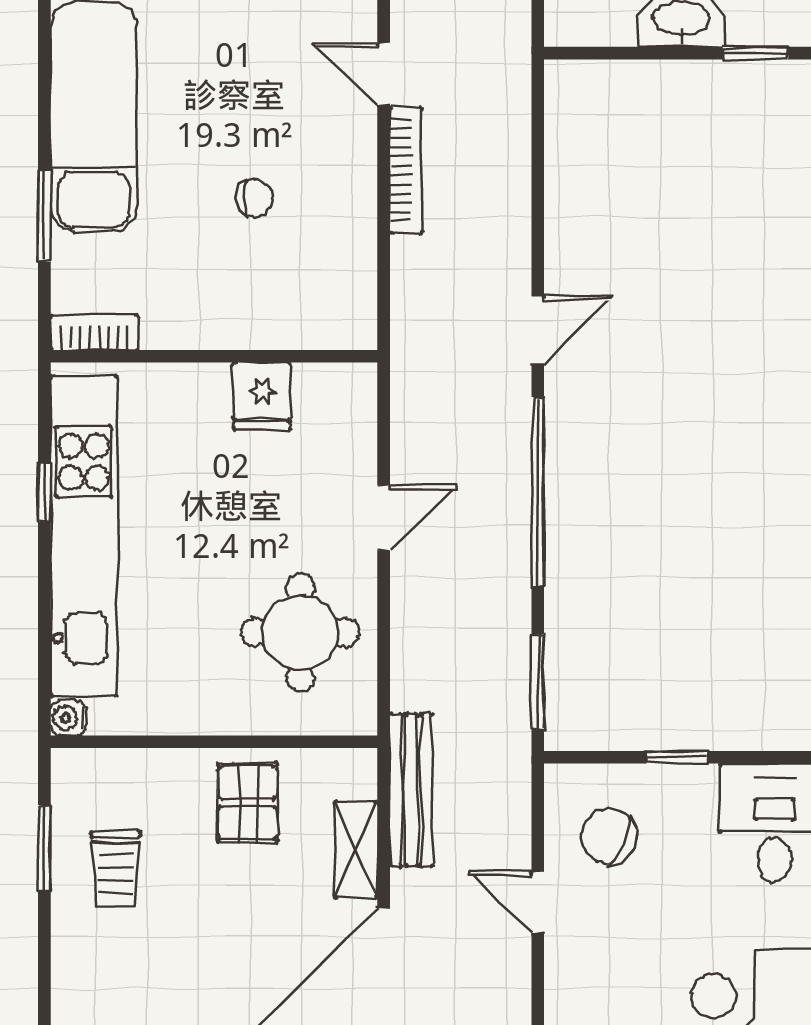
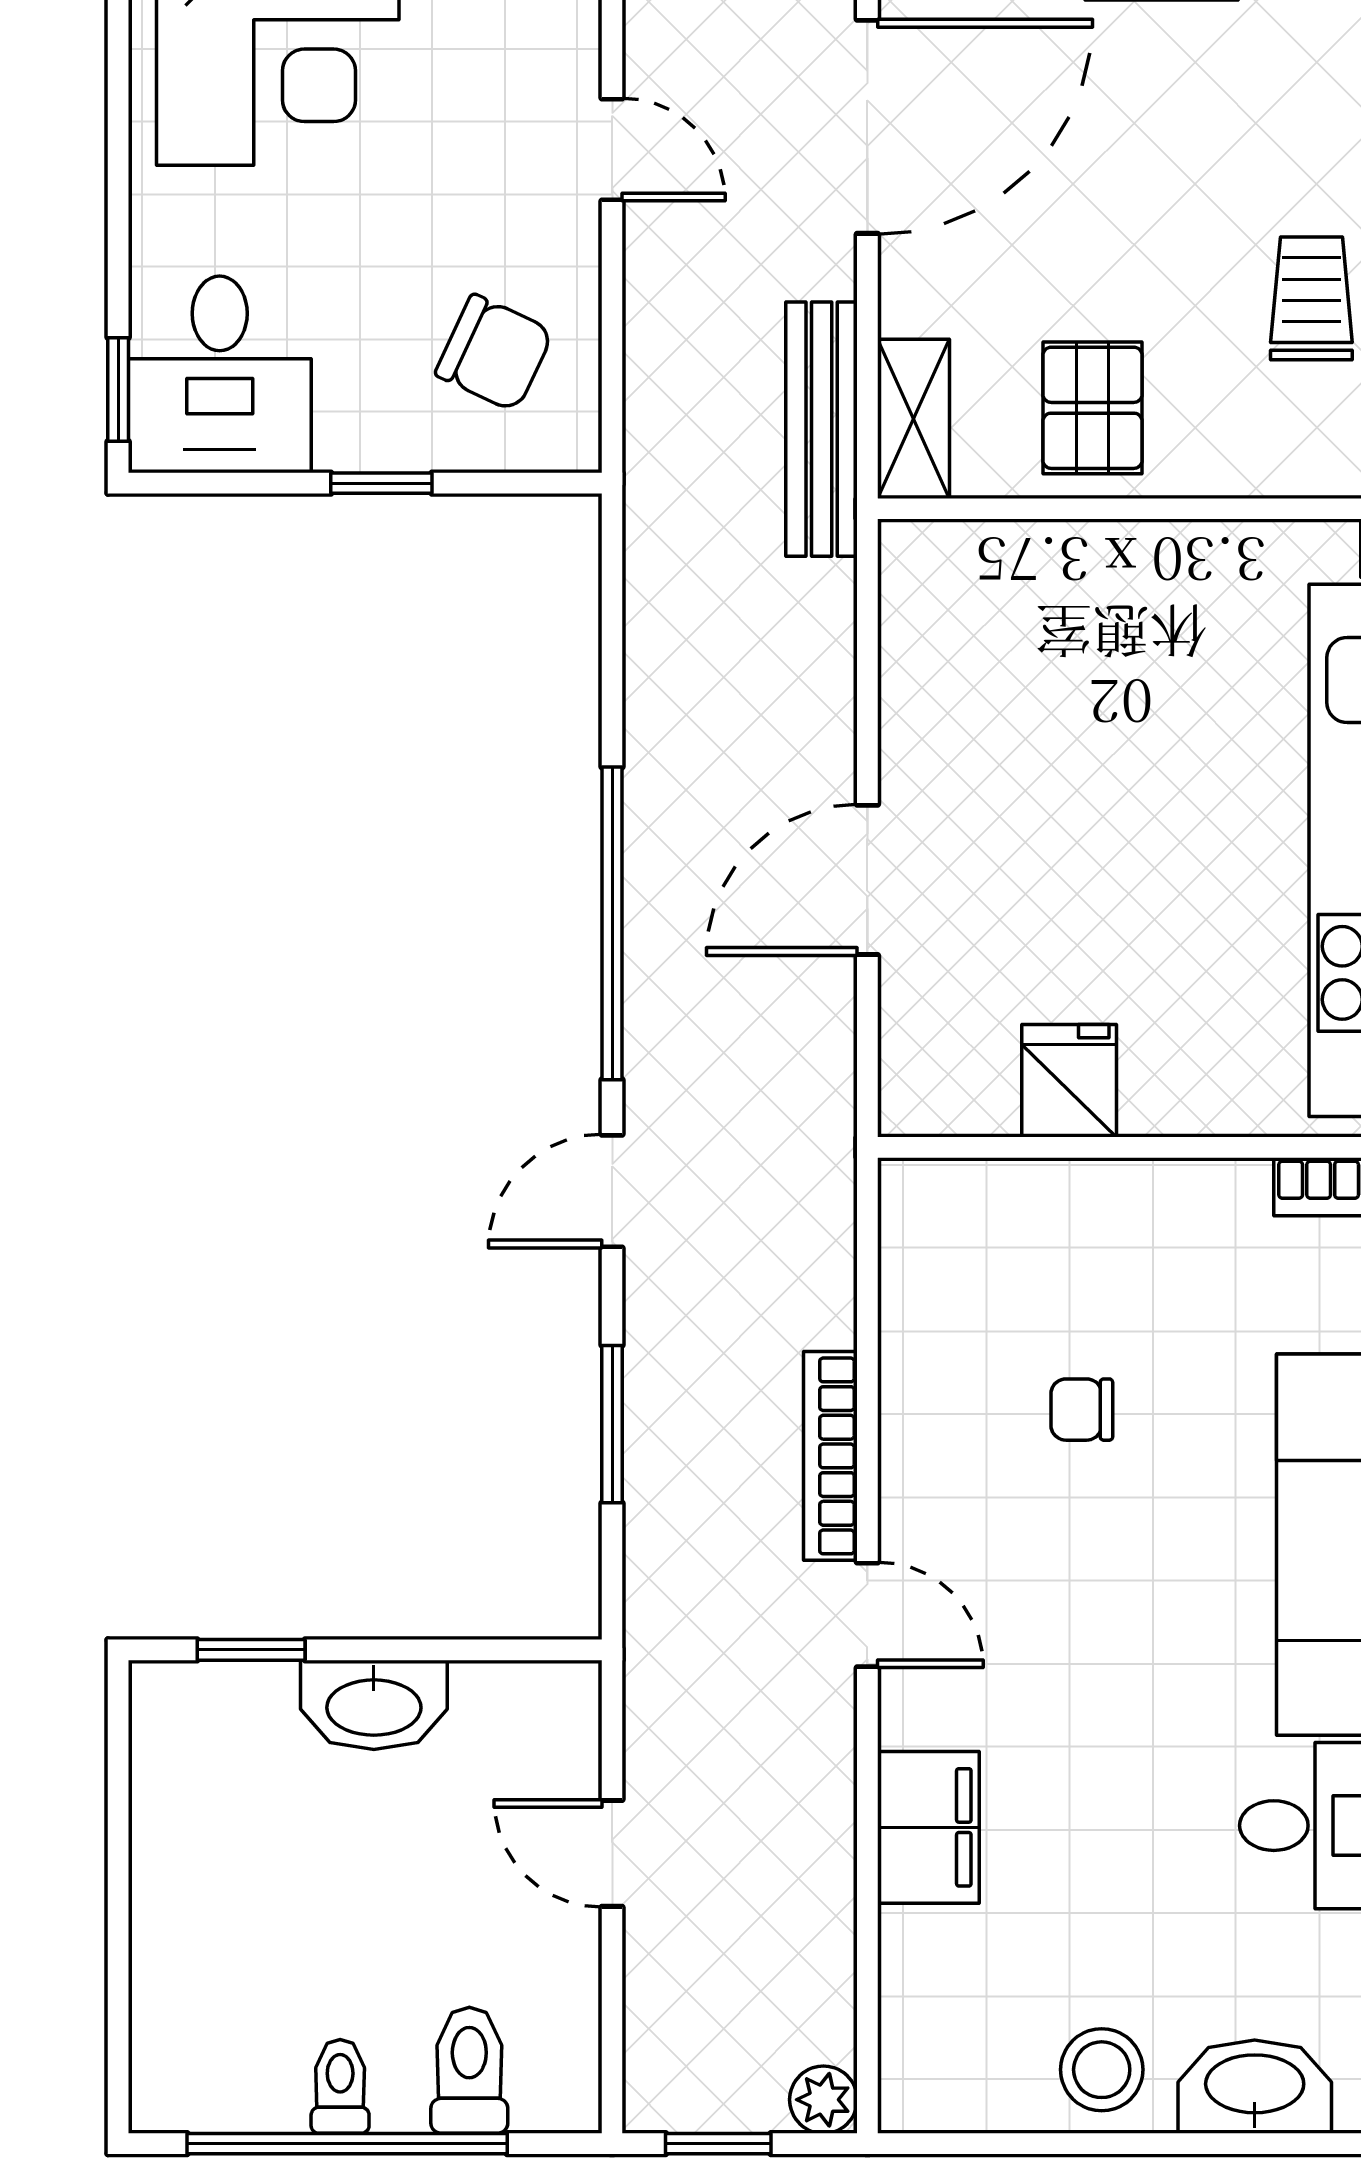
door: (384, 518) -> (867, 880), width x1.38
round table: (300, 632) -> (1006, 690), removed
window: (538, 682) -> (612, 1424), moved
shelving: (356, 850) -> (914, 419), moved
door: (538, 902) -> (612, 149), moved

